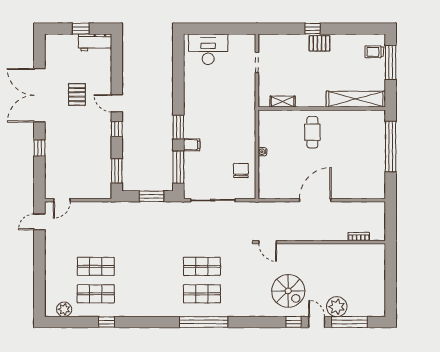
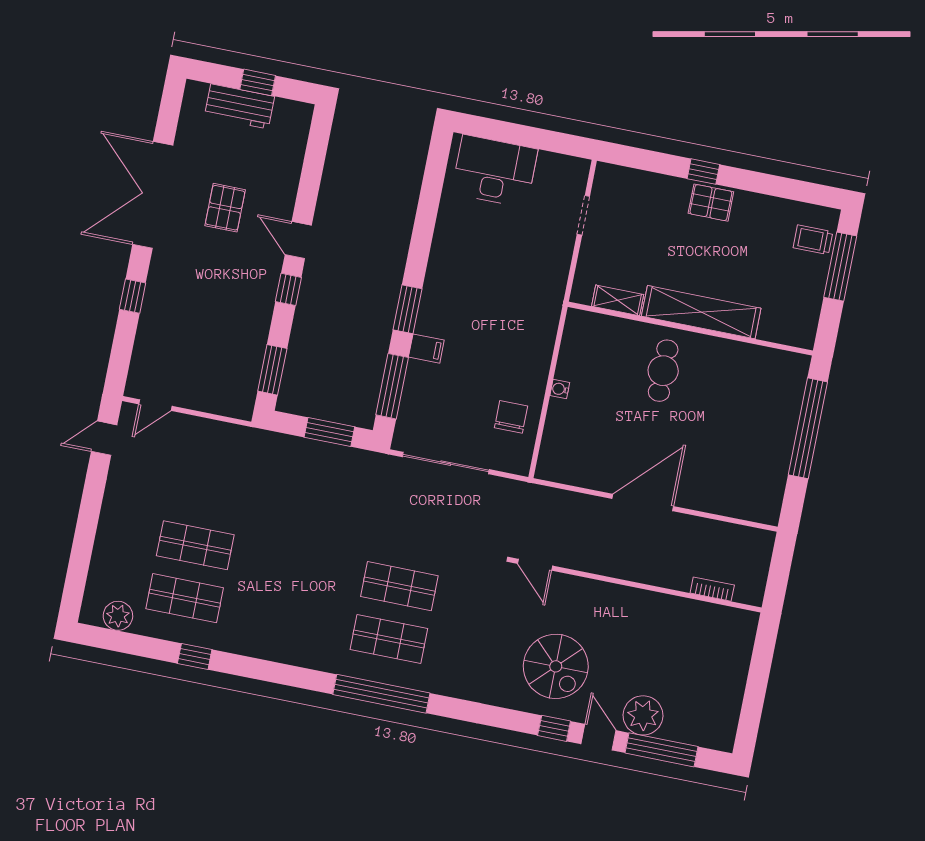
workbench: (95, 42) -> (240, 106), moved
shelving: (356, 99) -> (701, 312), moved

